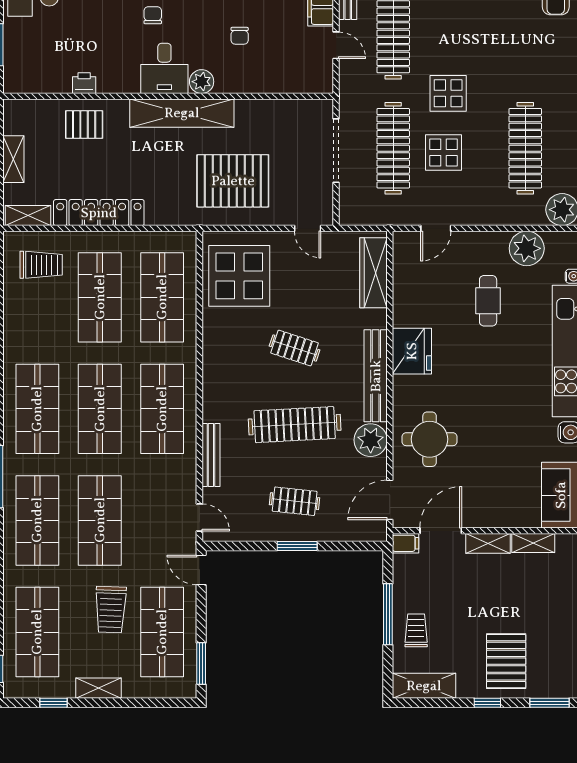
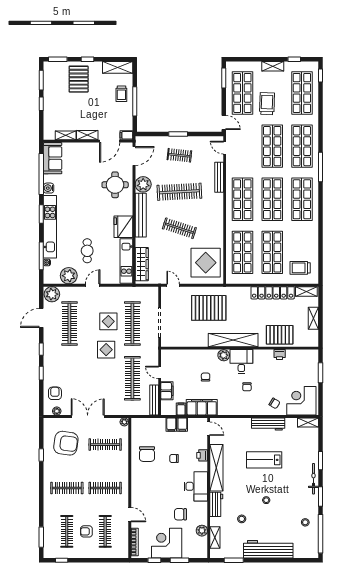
pallet: (84, 125) -> (280, 335), width x1.50, depth x1.42
door: (436, 228) -> (93, 285), moved
kitchen unit: (406, 279) -> (126, 261), added
clothes rail: (295, 348) -> (179, 228), width x1.36

